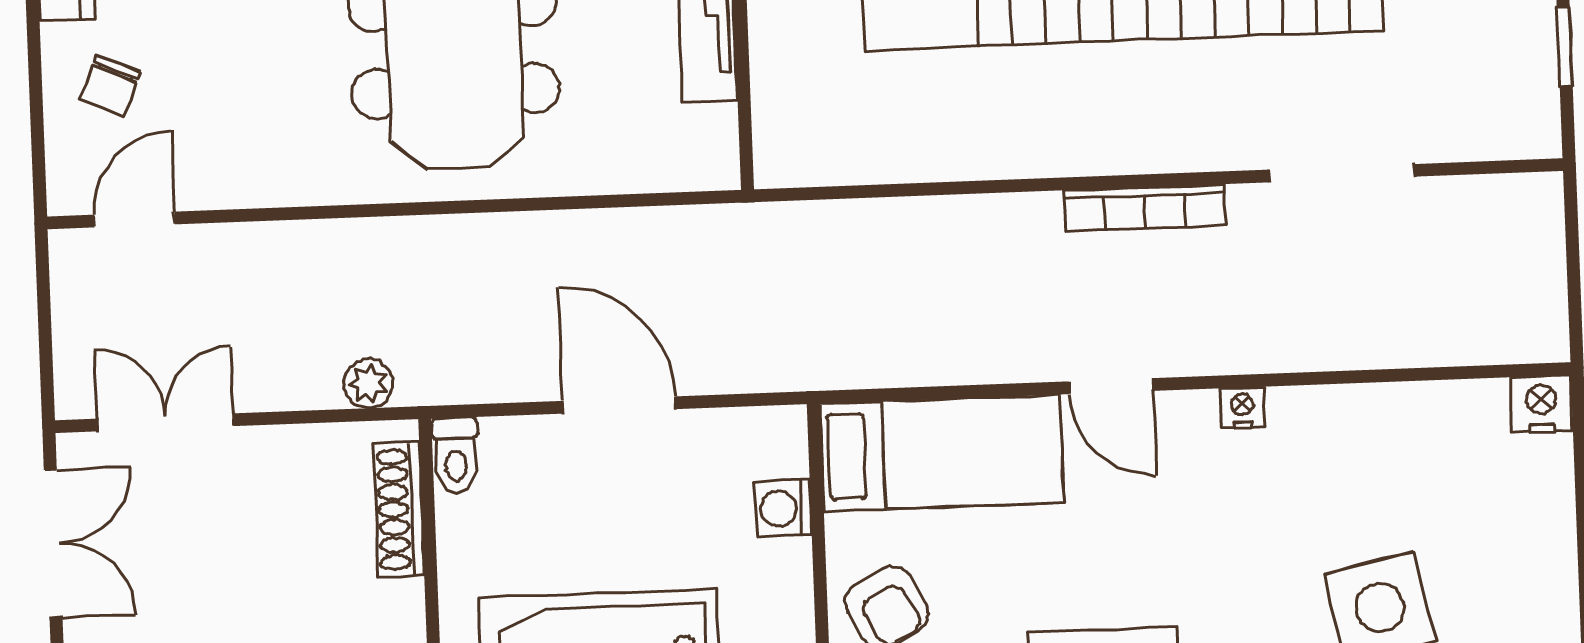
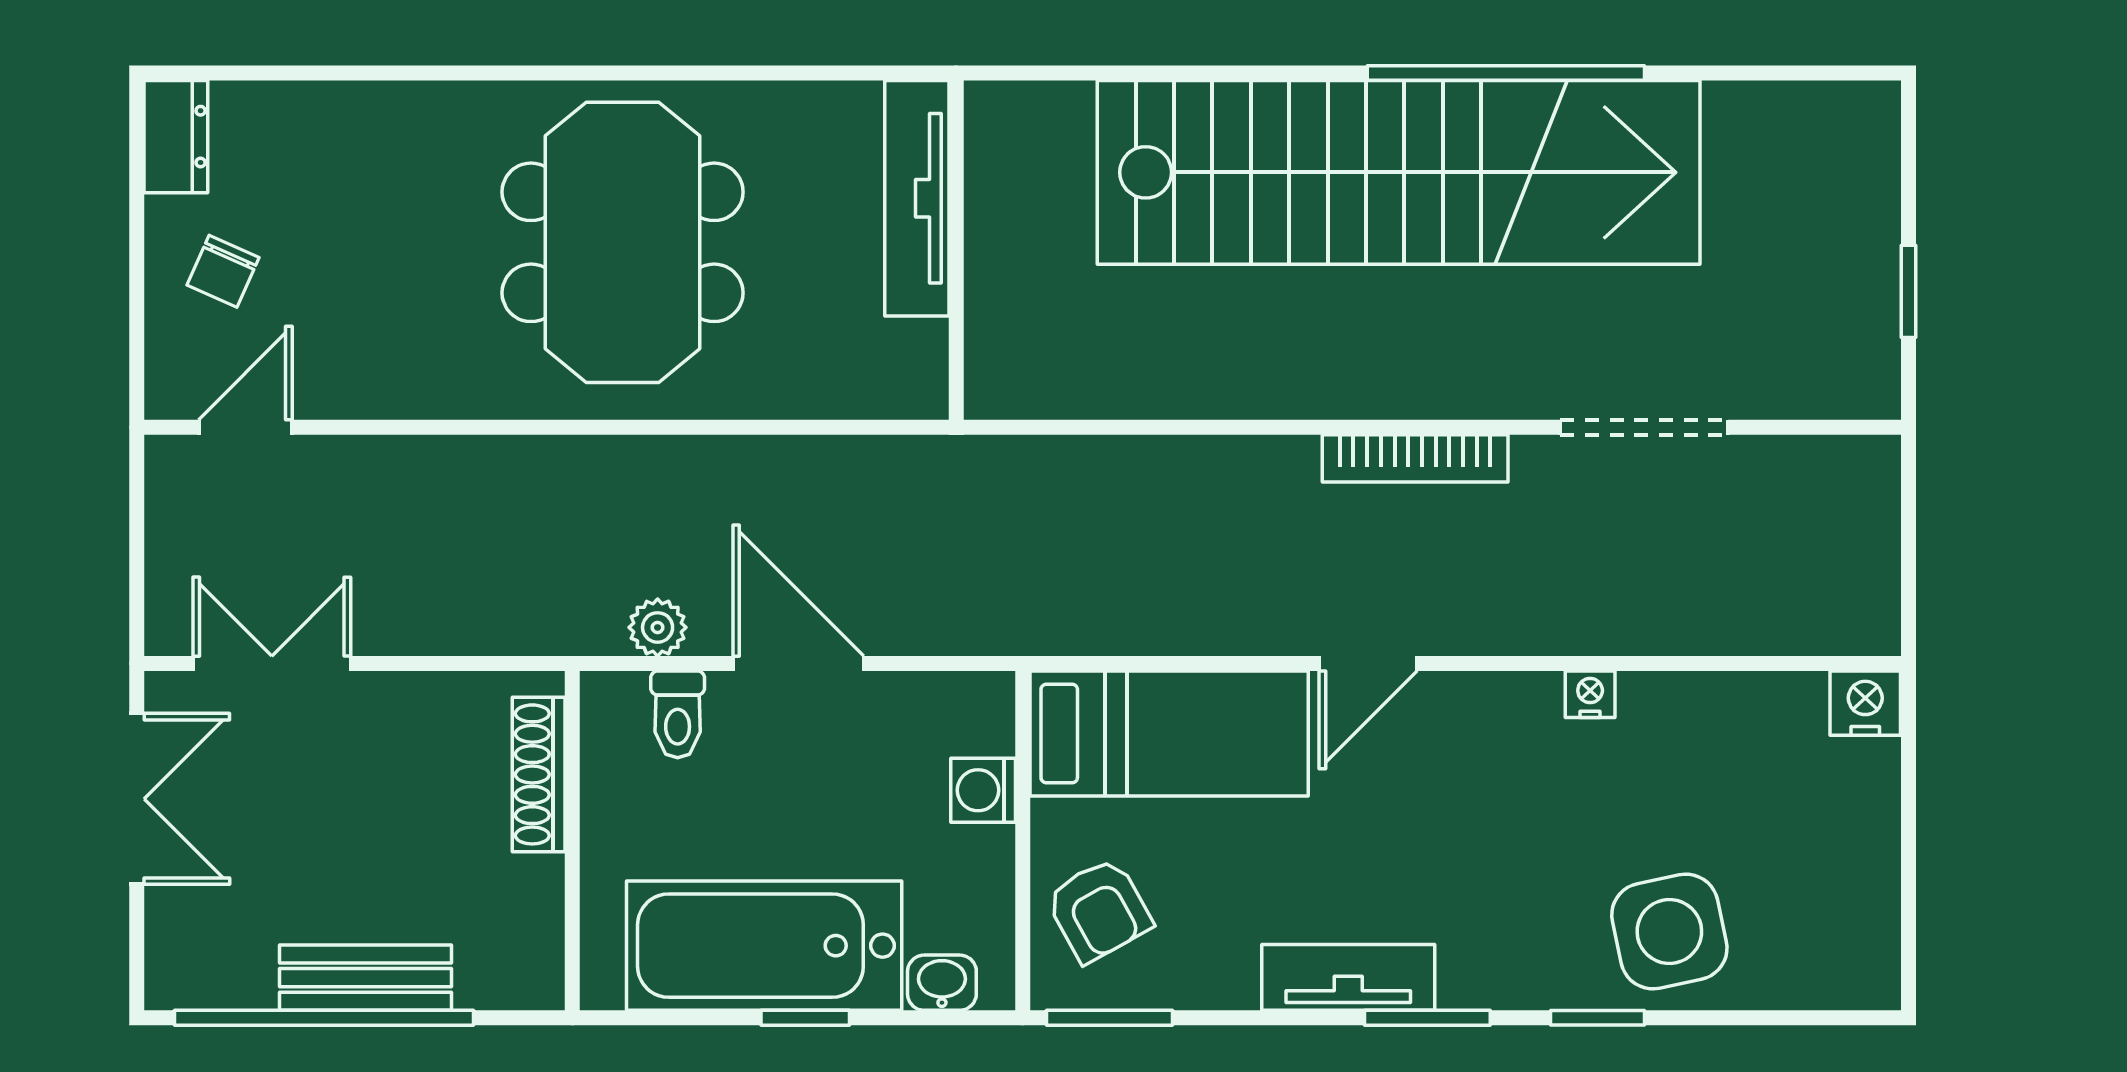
plant: (368, 384) -> (658, 627), moved
door: (1111, 386) -> (1368, 663), hinge flipped
nightstand: (1242, 408) -> (1590, 694), moved
toilet: (456, 455) -> (678, 714), moved

